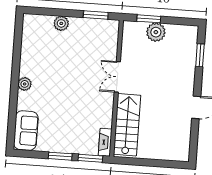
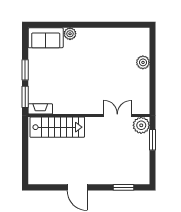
window: (96, 15) -> (153, 92), removed
plant: (156, 32) -> (141, 125), moved
double door: (117, 77) -> (117, 115), moved
plant: (25, 84) -> (70, 34), moved

